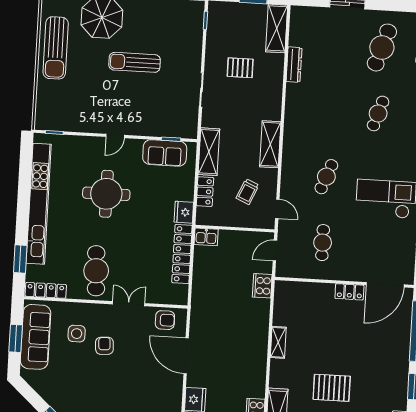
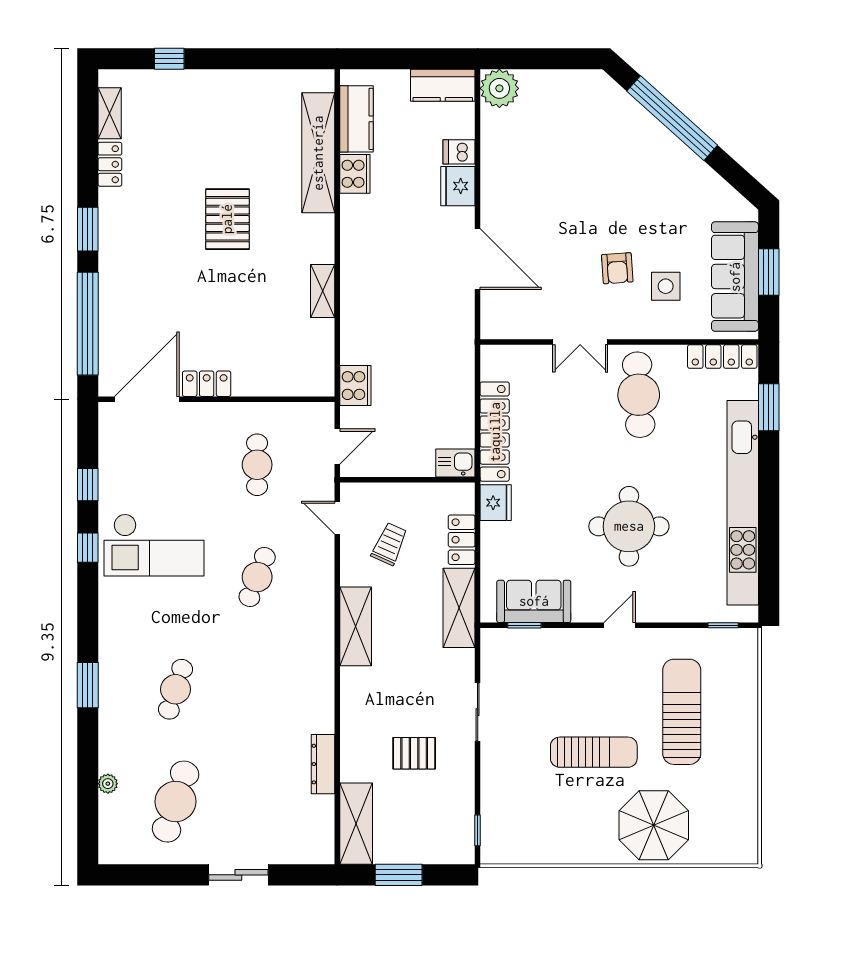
sun lounger: (56, 48) -> (682, 712), moved
armchair: (165, 320) -> (517, 318), removed
pallet: (332, 388) -> (227, 219), turned 90

